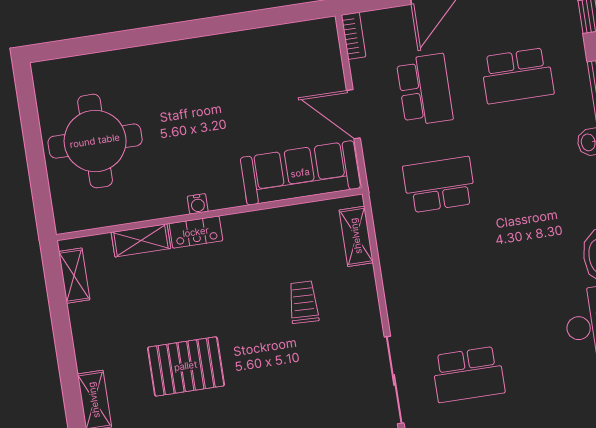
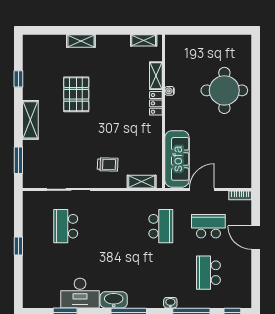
school desk: (425, 90) -> (208, 226), turned 180
round table: (95, 141) -> (224, 90), moved
water cooler: (198, 204) -> (170, 91), moved
trolley: (304, 302) -> (108, 164), moved
pallet: (186, 366) -> (76, 94), moved

